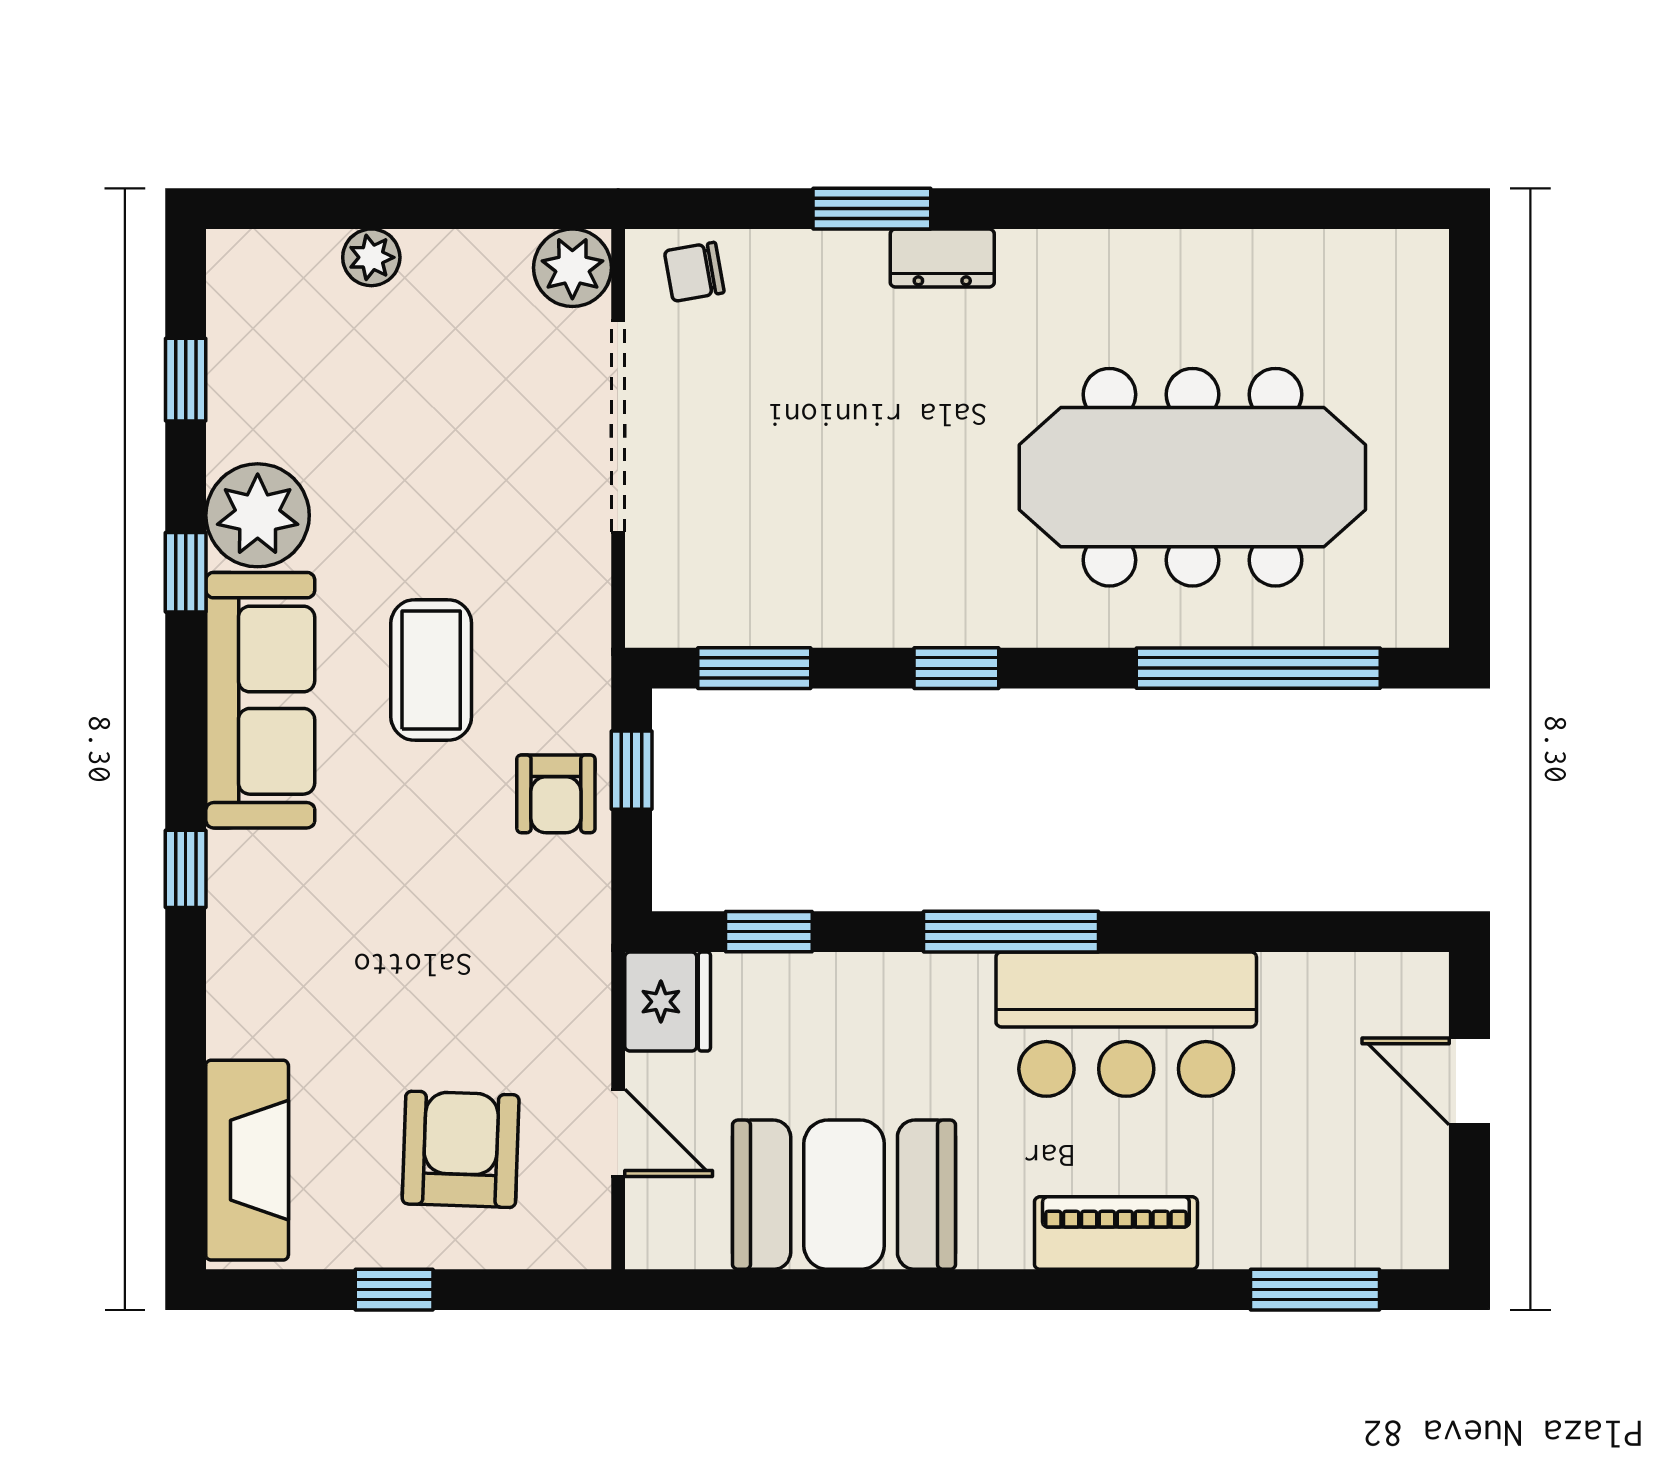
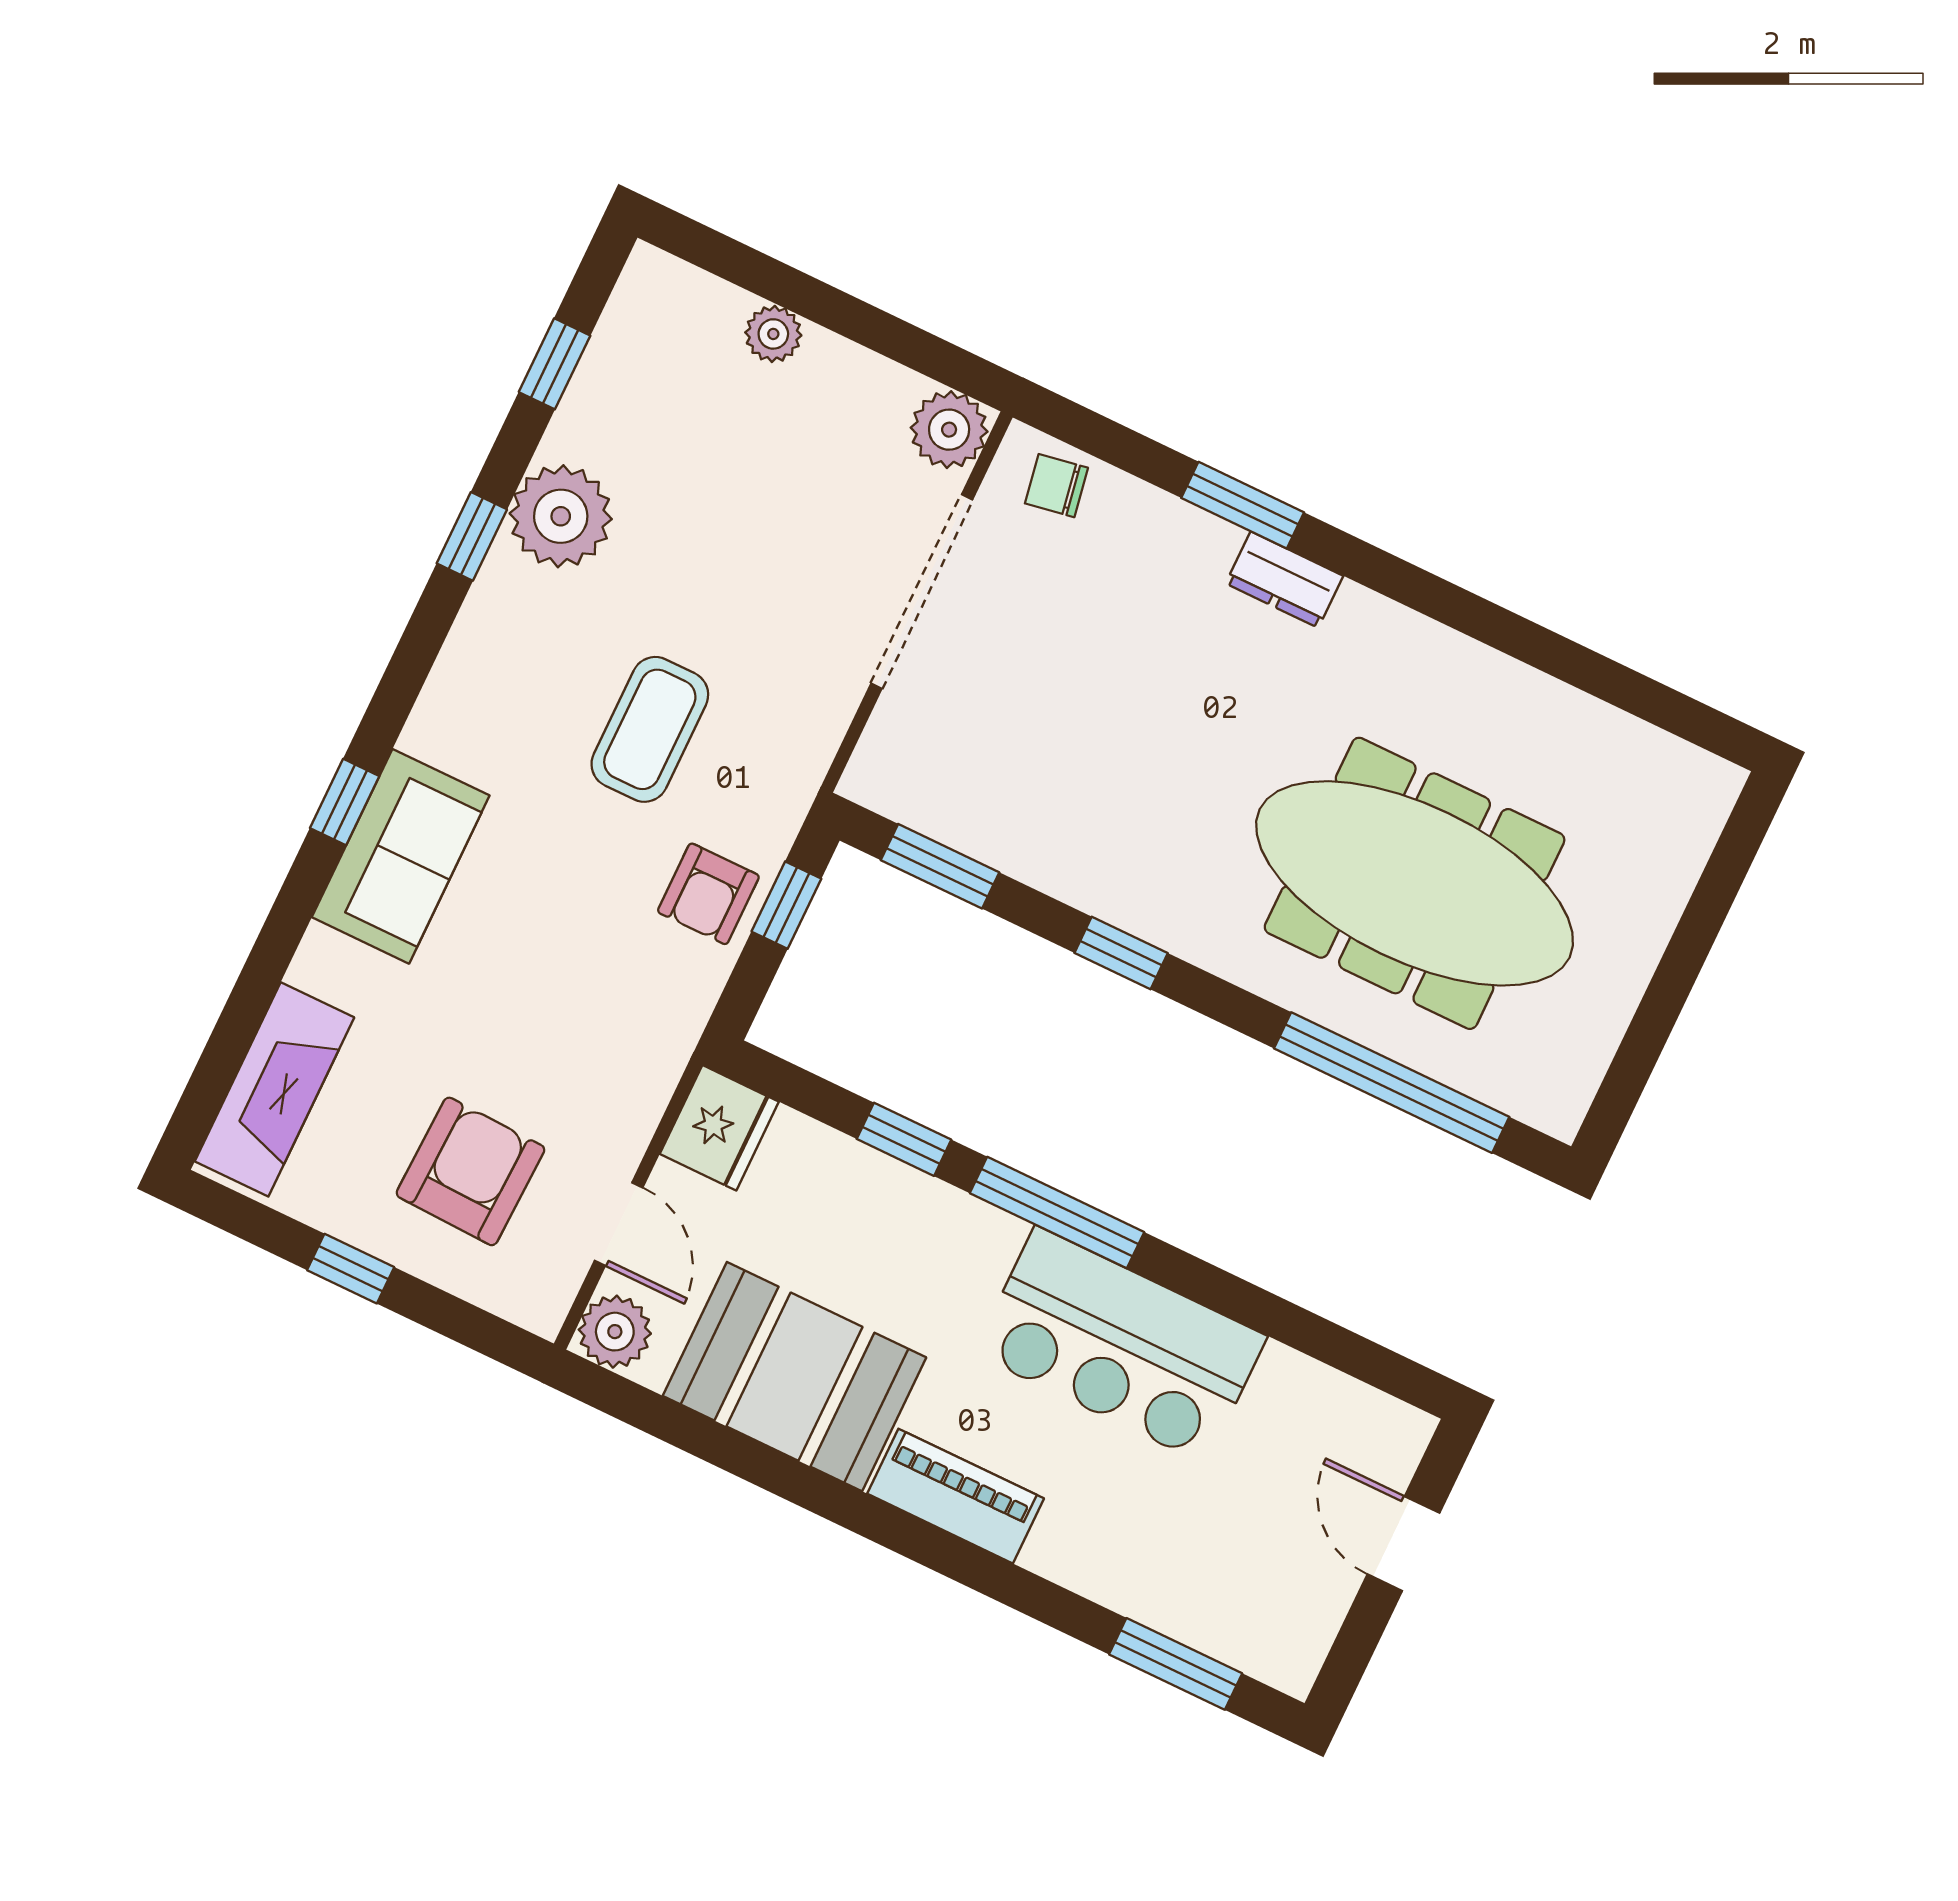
sofa: (260, 700) -> (401, 856), moved, width x0.73
window: (769, 932) -> (904, 1139), moved
plant: (661, 1232) -> (615, 1332), added
piano: (1116, 1233) -> (956, 1496), moved

